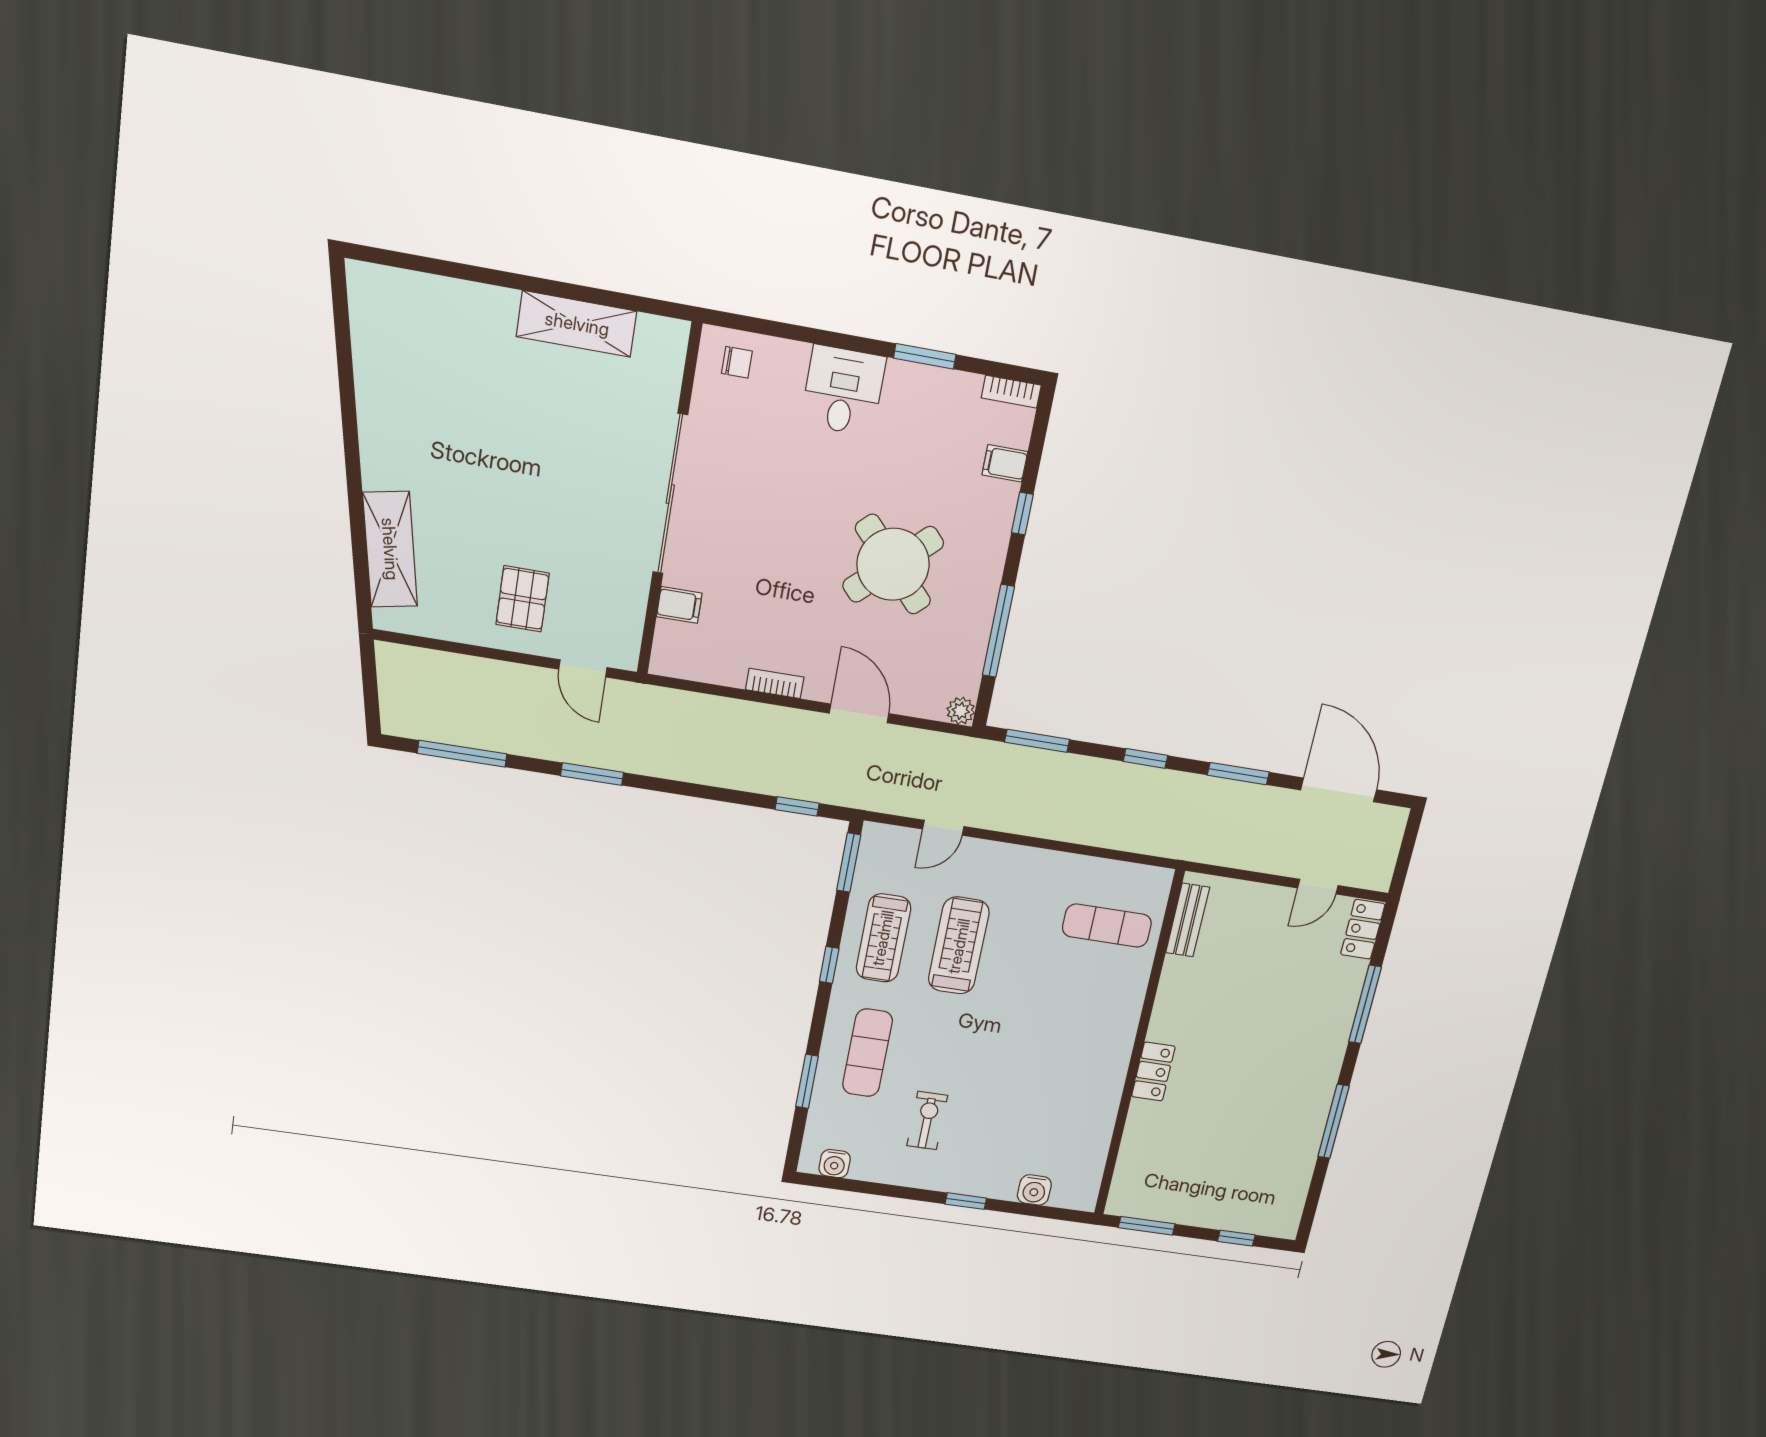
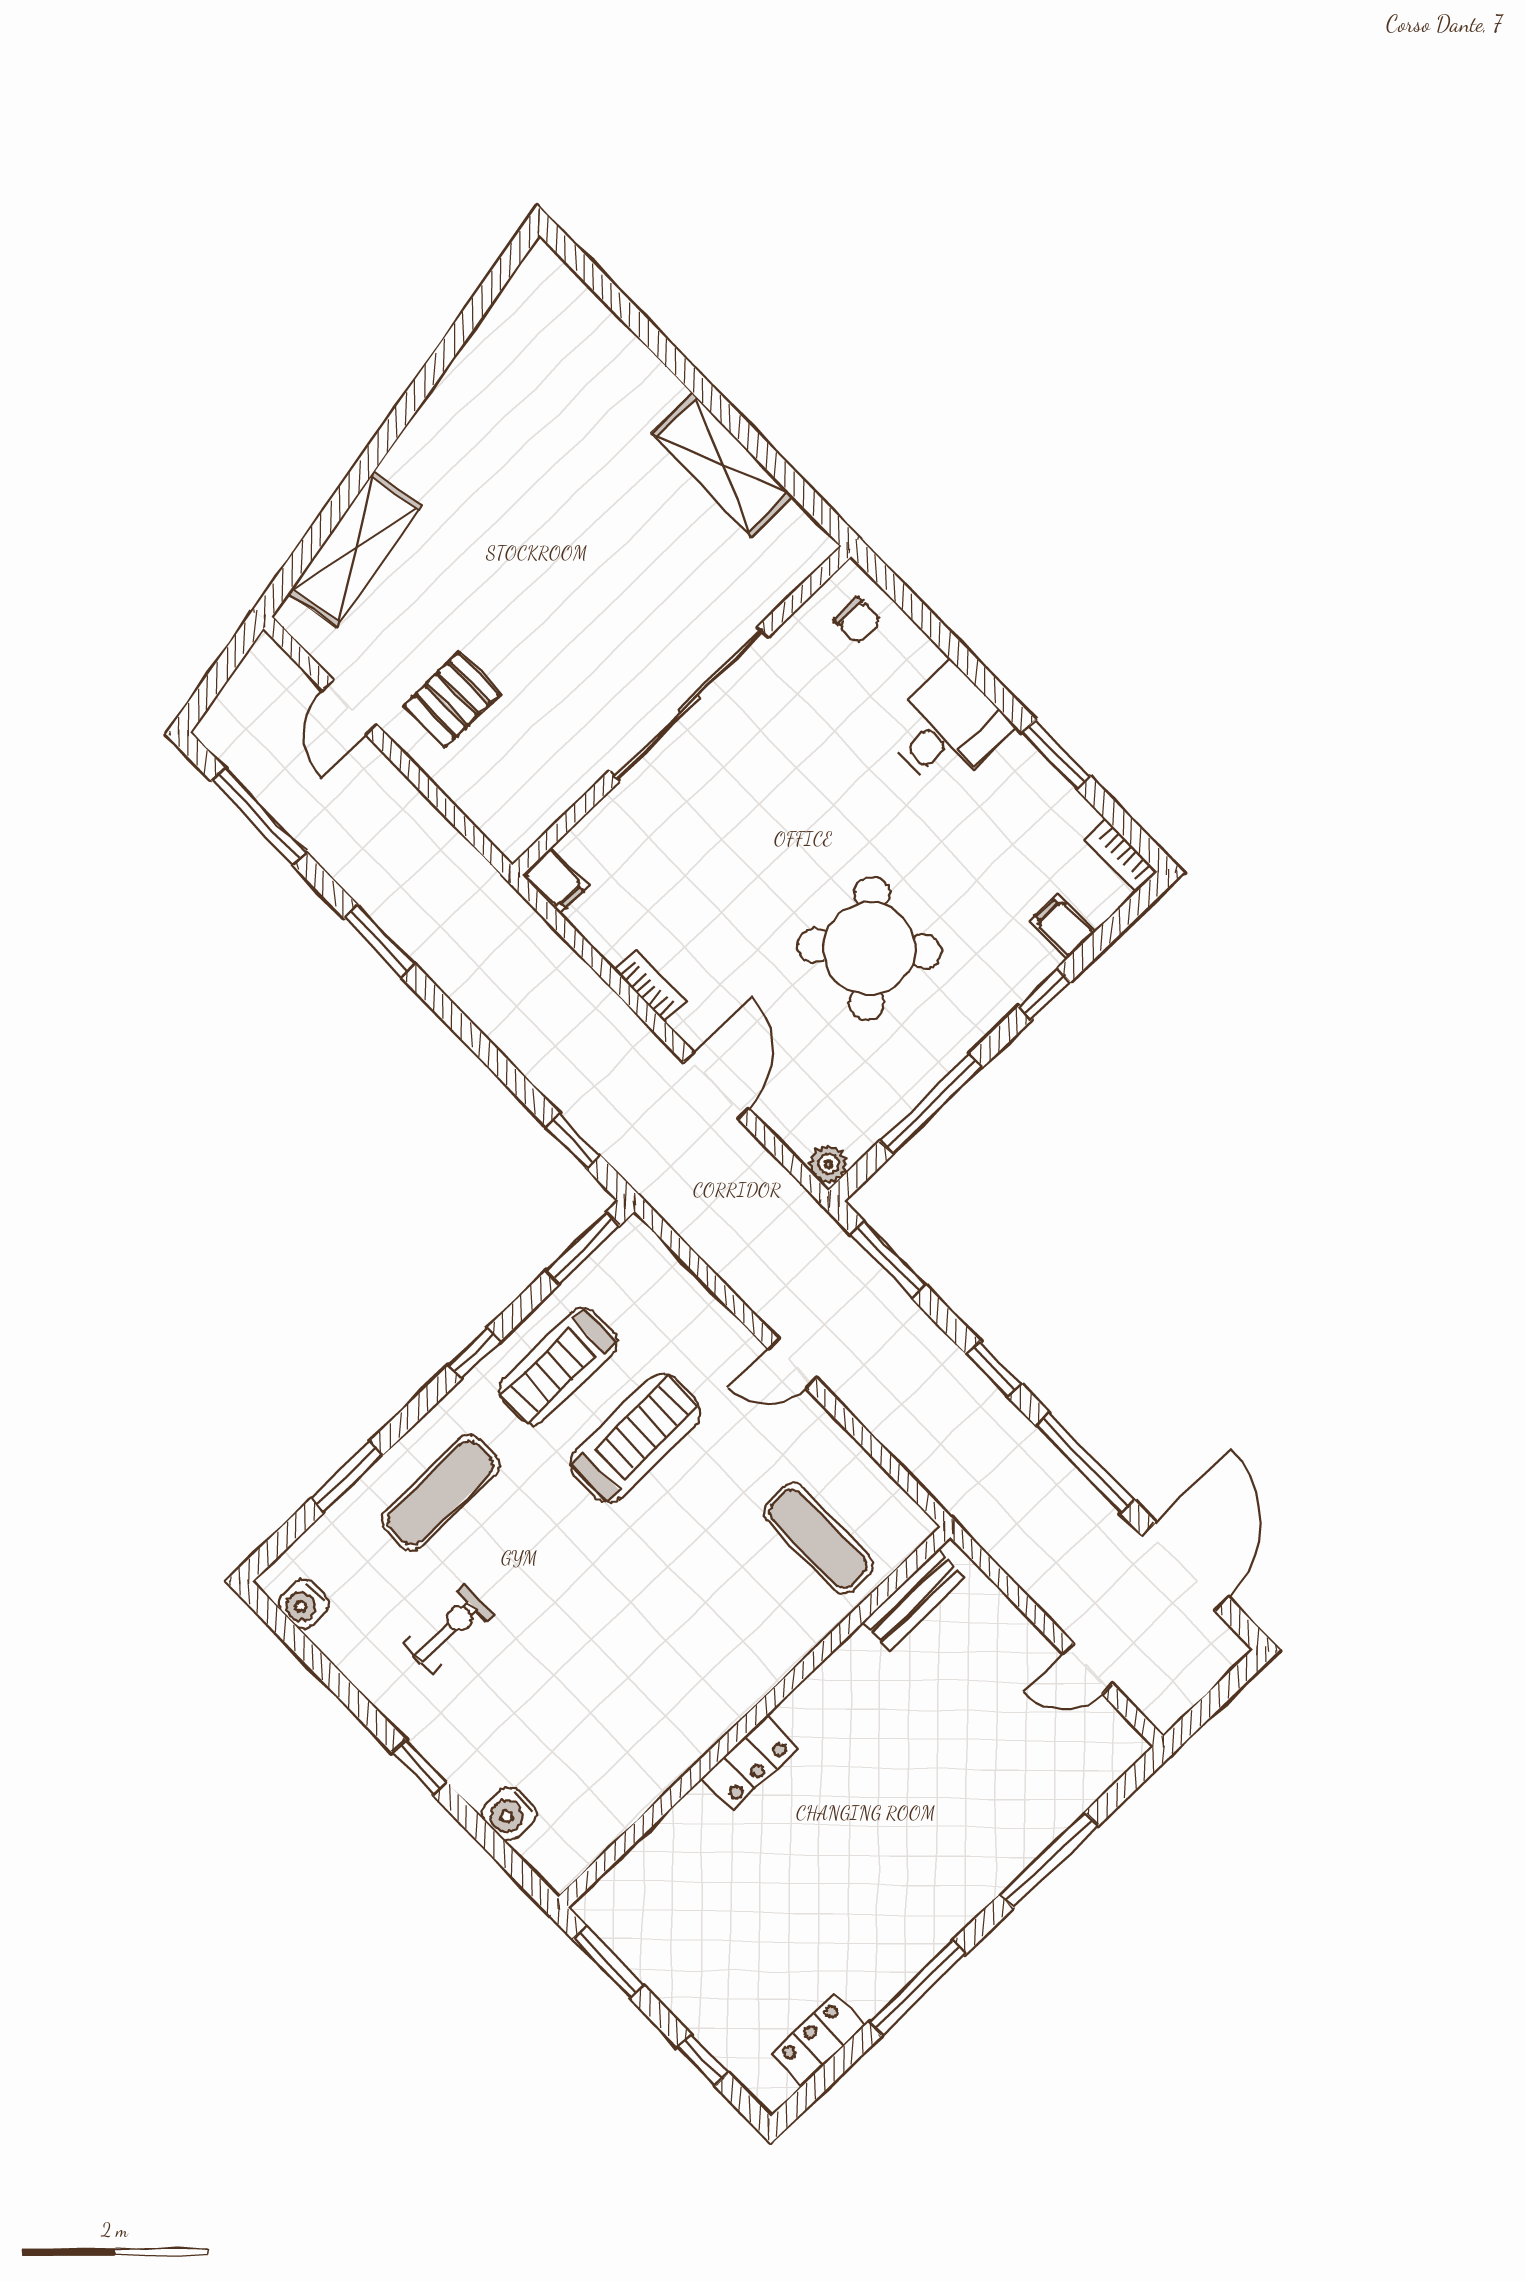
filing cabinet: (679, 605) -> (555, 880), moved
door: (583, 668) -> (349, 707), moved
window: (1238, 774) -> (1085, 1463), width x1.44
door: (943, 828) -> (792, 1364), moved
locker: (1363, 929) -> (818, 2040), moved

